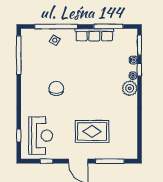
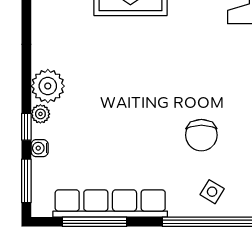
row of seats: (94, 35) -> (110, 203), width x1.36
chair: (56, 88) -> (201, 135), moved

